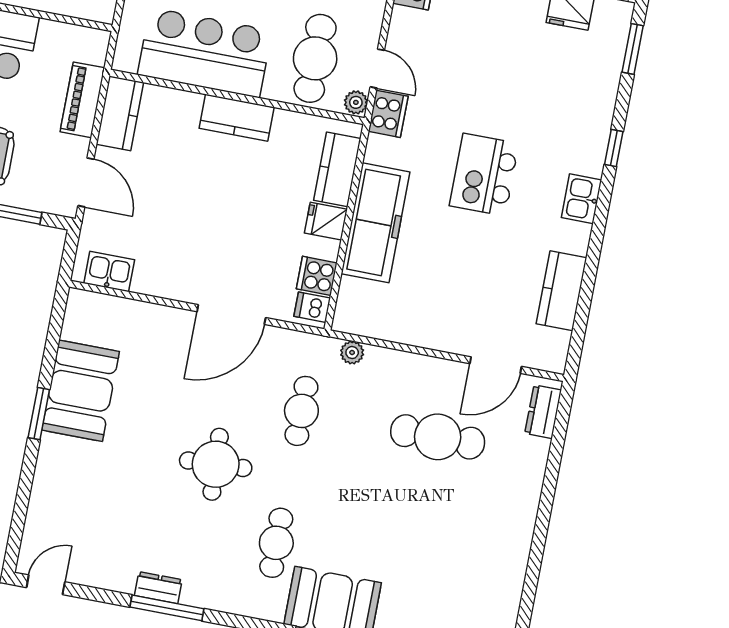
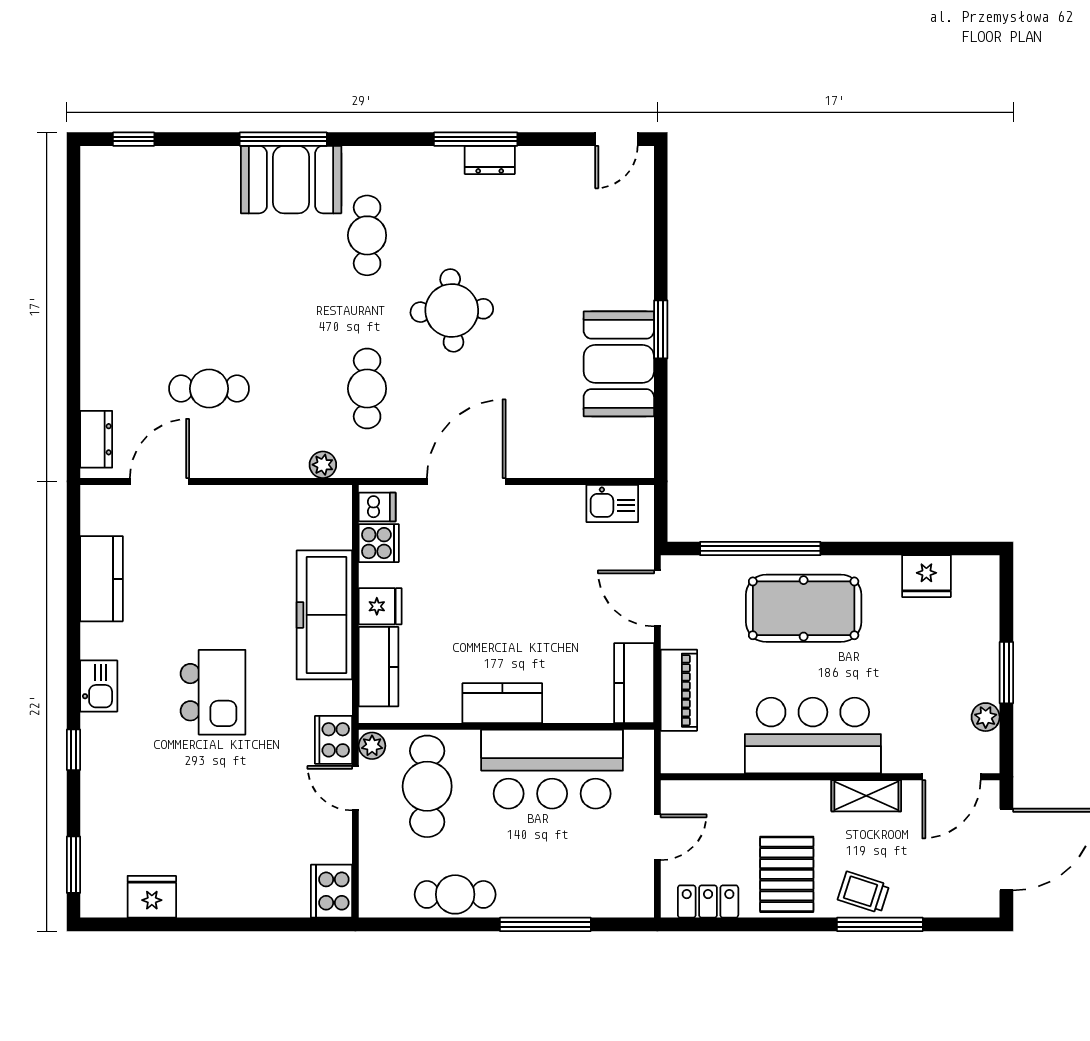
cafe table: (438, 437) -> (209, 389), width x0.73, depth x0.74

